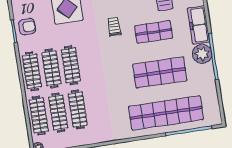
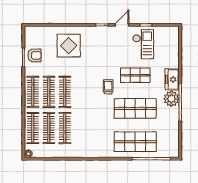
freezer: (199, 25) -> (172, 79), width x0.71
trolley: (114, 27) -> (108, 87), moved
shop shelf: (166, 113) -> (135, 142), width x0.71

